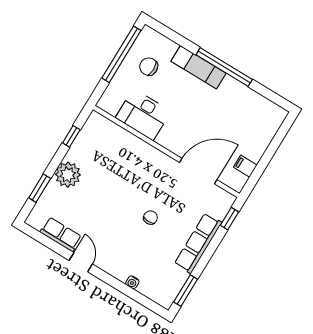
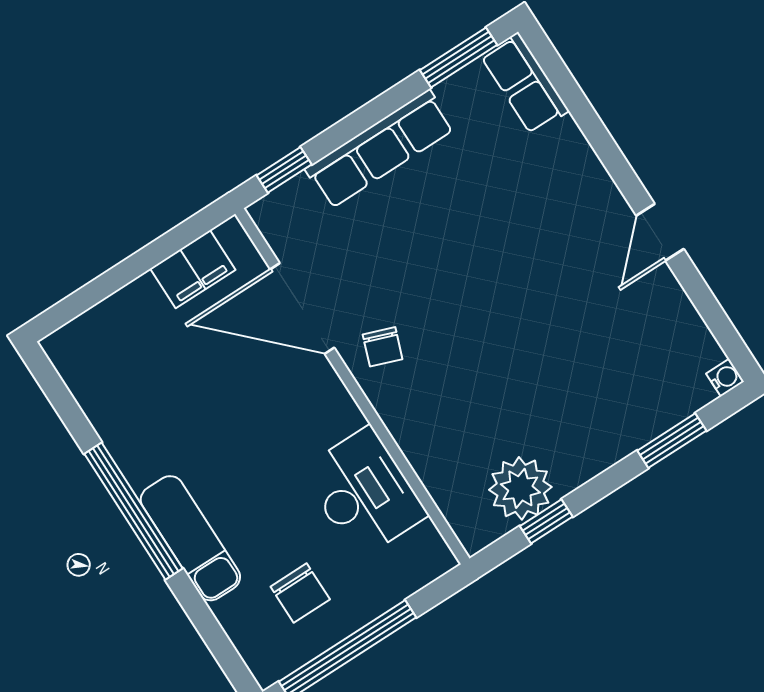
filing cabinet: (245, 166) -> (193, 269), width x2.00
plant: (68, 175) -> (520, 488), moved
chair: (150, 218) -> (383, 347), moved, turned -70
row of seats: (61, 234) -> (525, 83), moved
water cooler: (132, 282) -> (725, 378), moved

